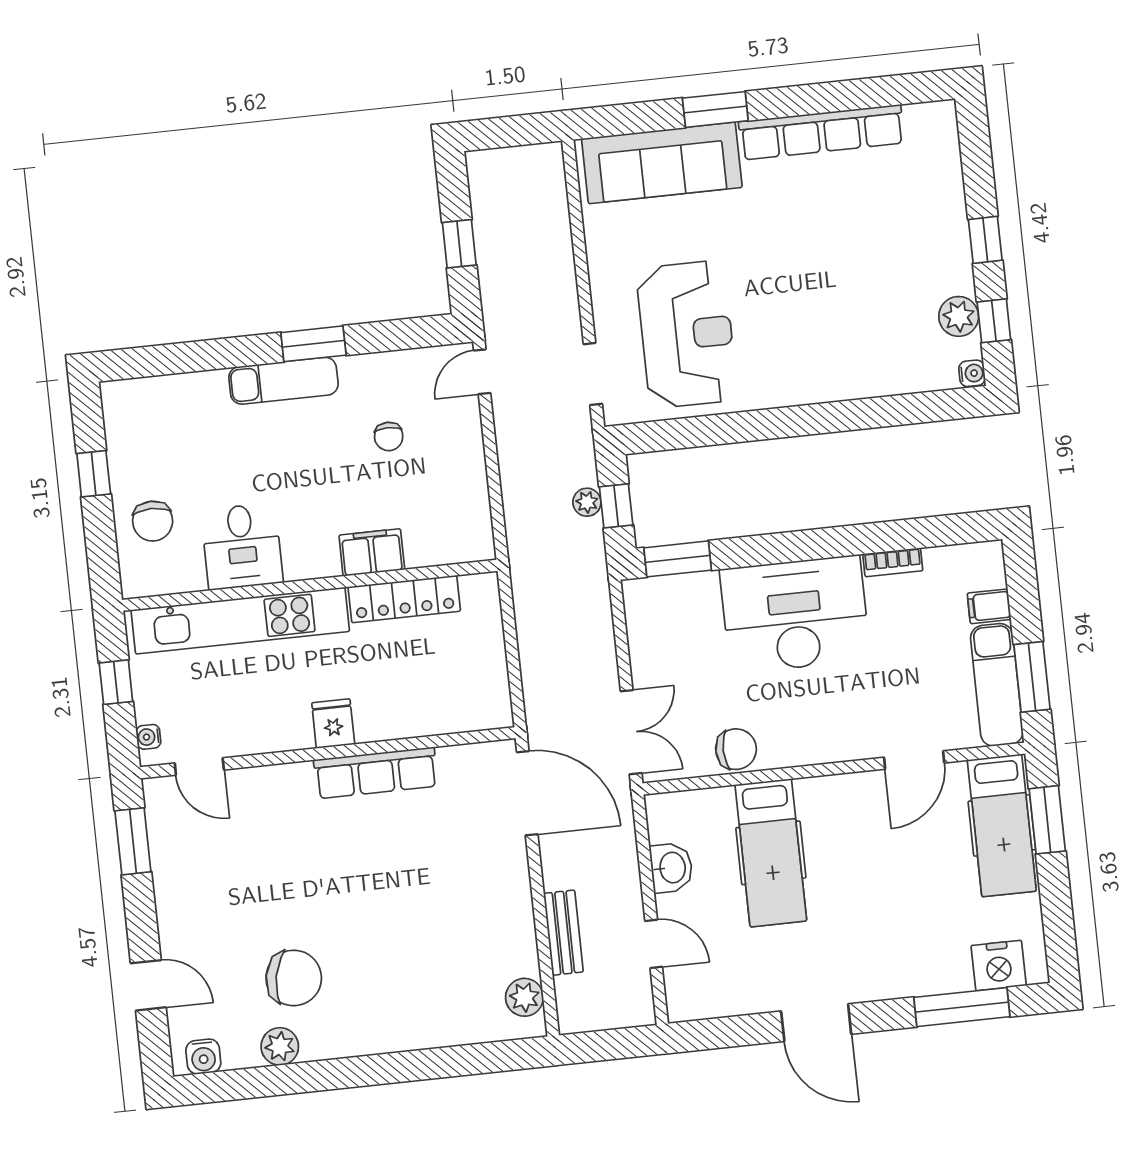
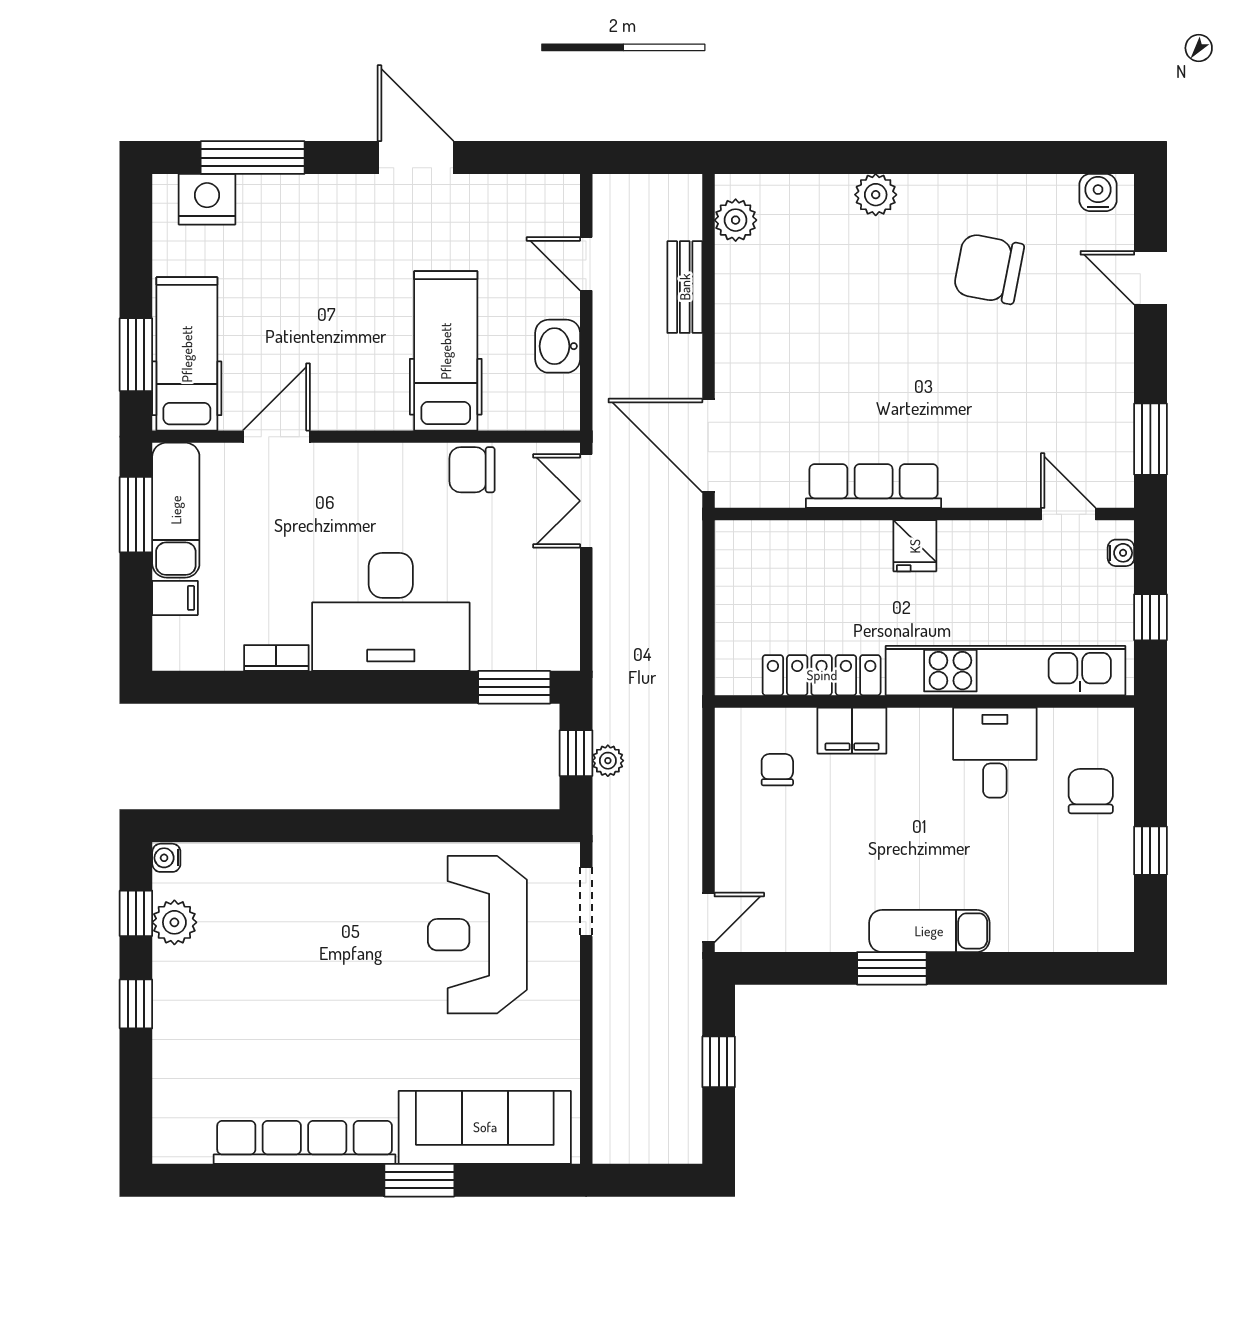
chair: (389, 436) -> (777, 770), moved
plant: (280, 1046) -> (876, 195), moved

